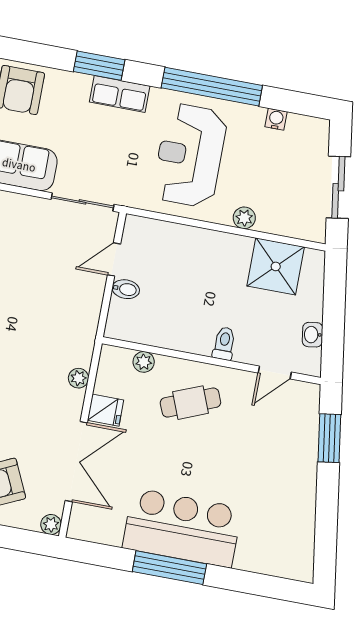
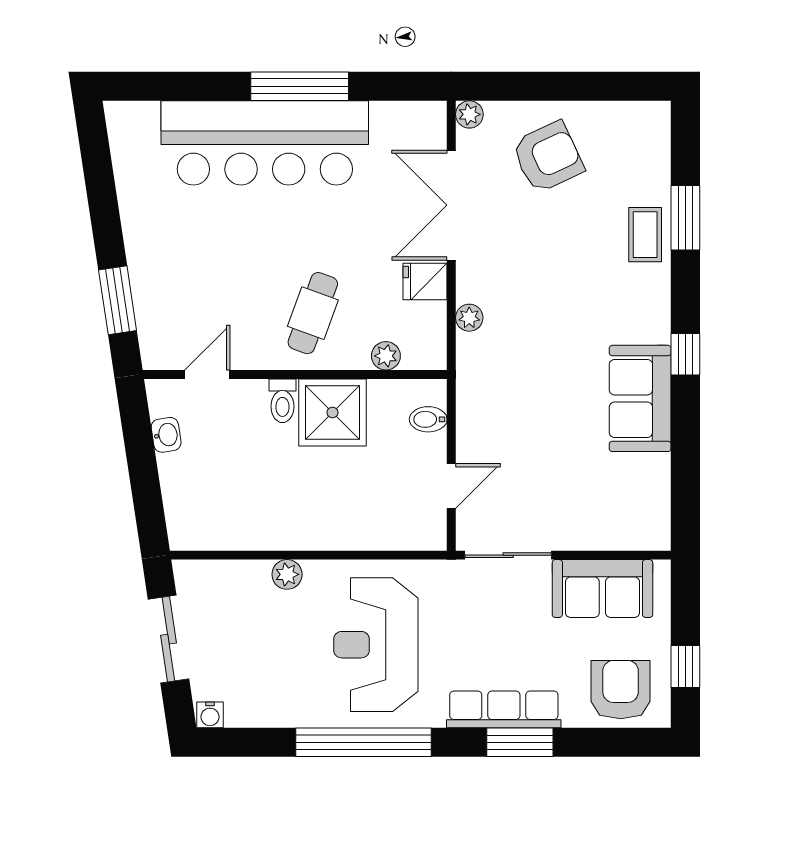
row of seats: (120, 94) -> (504, 709), width x1.48
water cooler: (276, 119) -> (210, 715), moved
reception desk: (190, 155) -> (376, 645), turned 180
shower: (276, 266) -> (333, 413), moved
bidet: (126, 289) -> (428, 419), moved
cafe table: (190, 403) -> (313, 313), turned -48
bar counter: (182, 528) -> (265, 143), width x1.36

